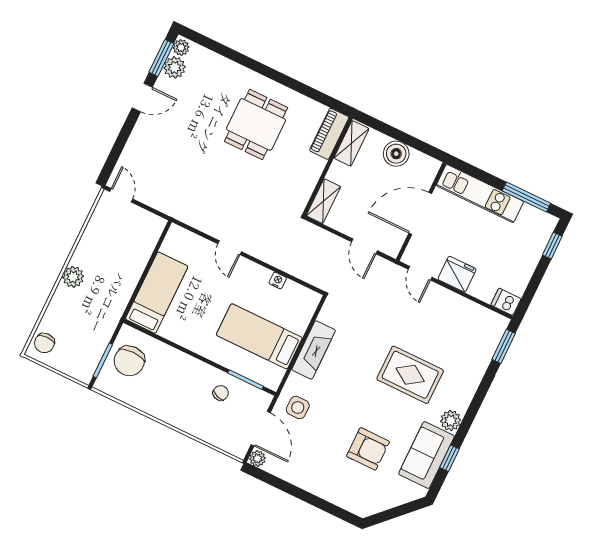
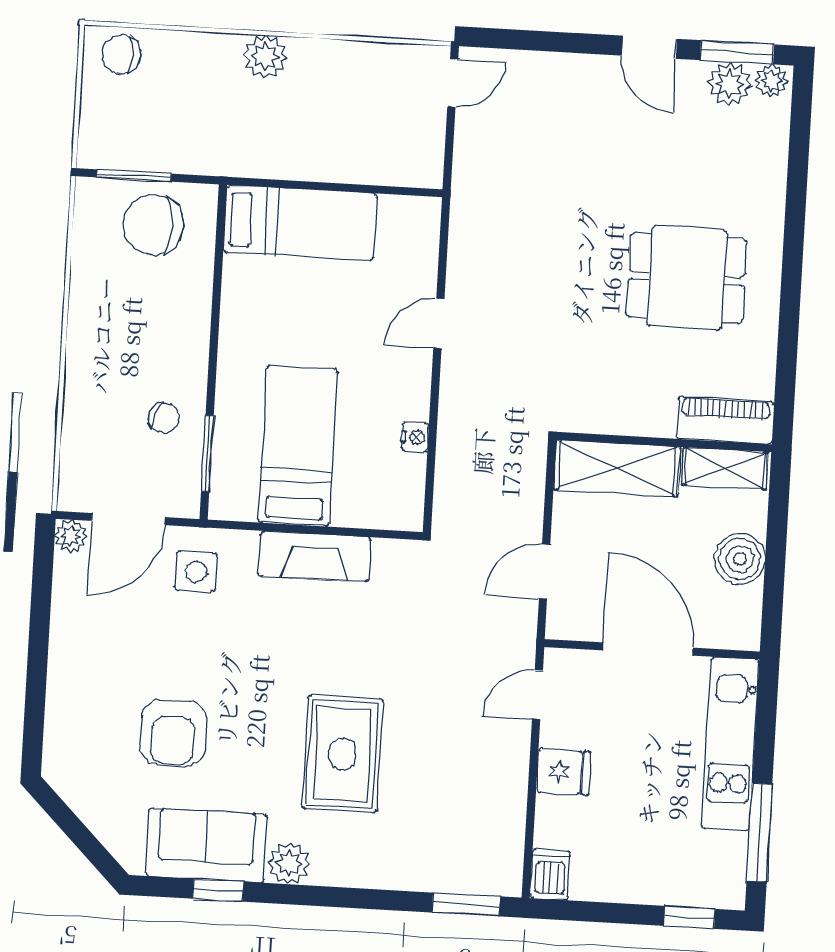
shelving: (323, 201) -> (617, 468), width x1.50, depth x1.33
fridge: (457, 274) -> (563, 772), width x0.72

